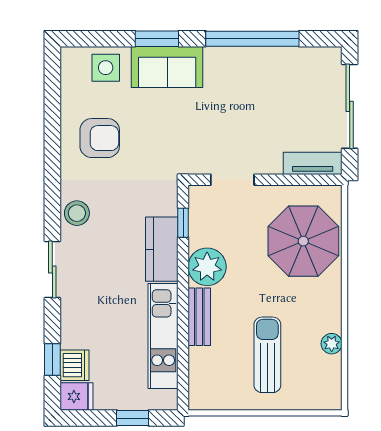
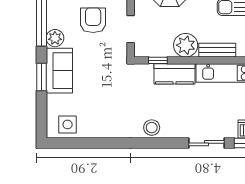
plant: (218, 60) -> (55, 38), added
side table: (106, 68) -> (68, 124), moved
armchair: (100, 138) -> (93, 20), moved
sliding door: (52, 270) -> (206, 143), moved

